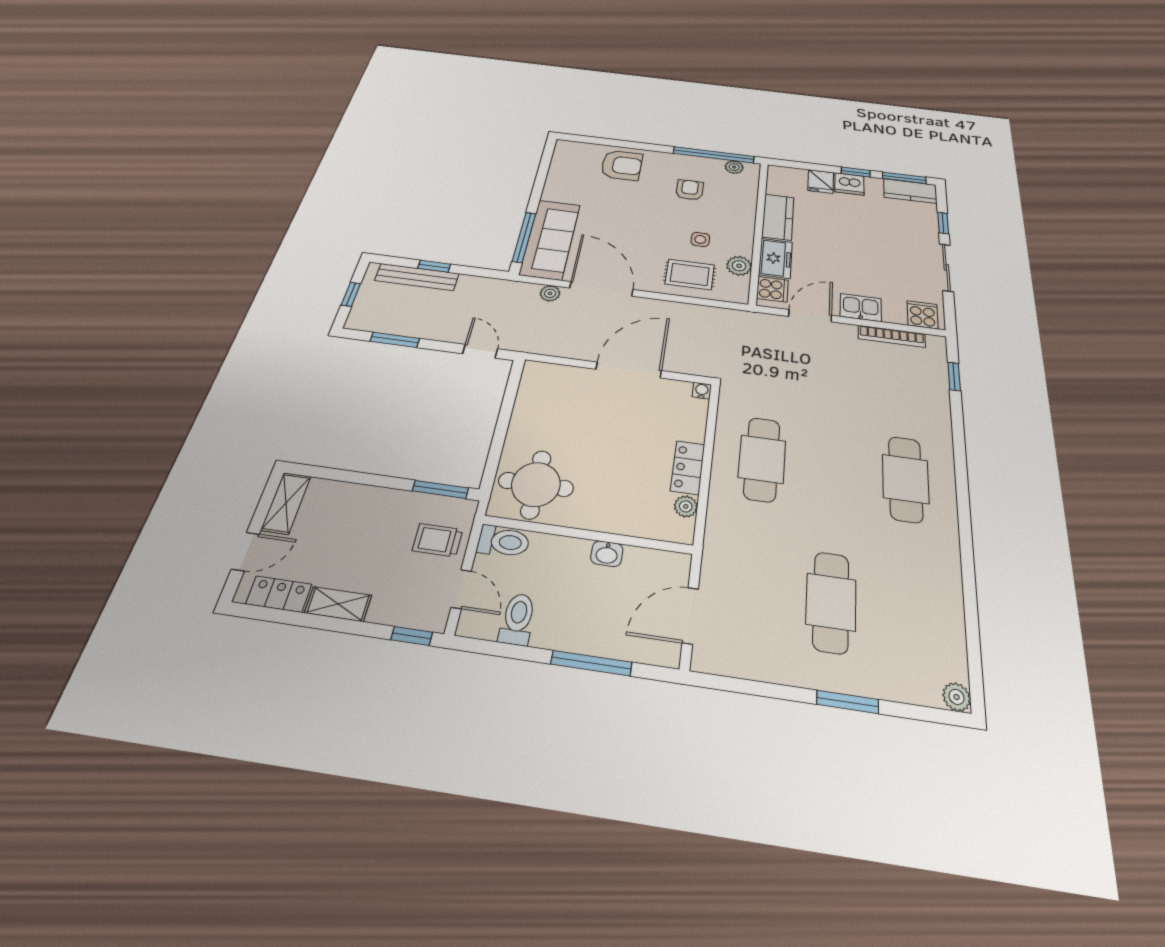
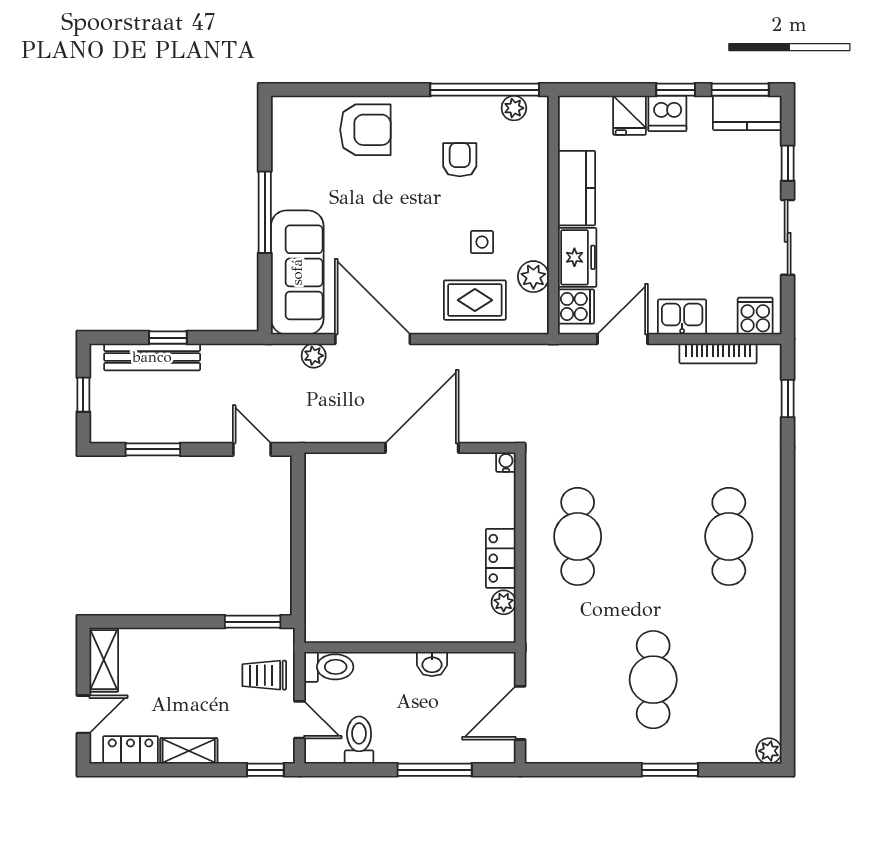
window: (524, 237) -> (265, 212), moved
round table: (536, 484) -> (348, 601), removed

